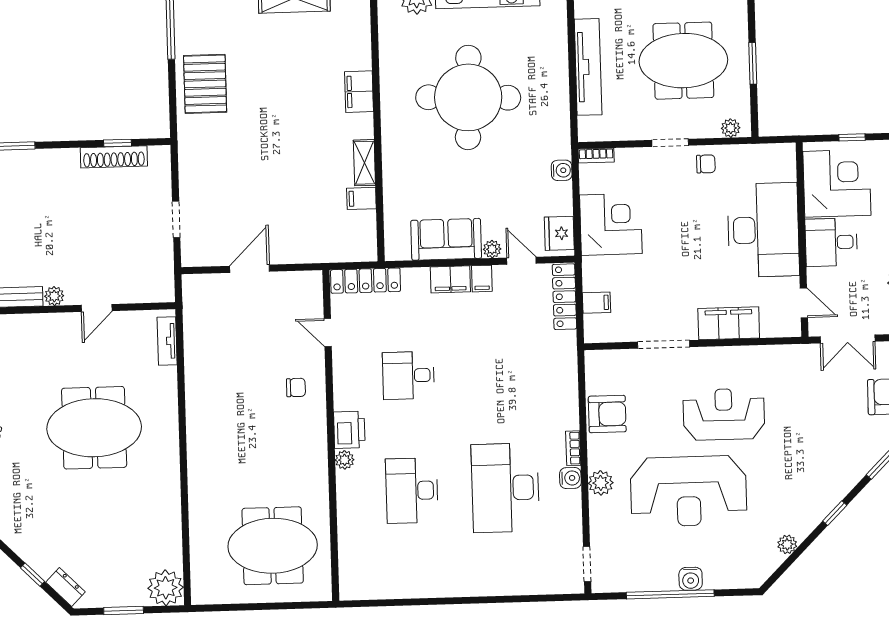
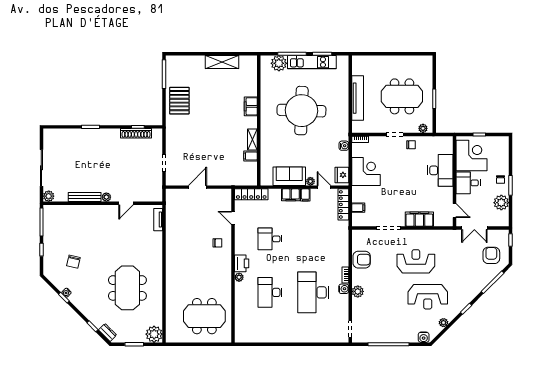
desk: (763, 230) -> (440, 170), width x0.73, depth x0.77
meeting table: (94, 428) -> (127, 288), moved, turned 90
reception desk: (689, 491) -> (428, 297), moved, width x0.74, depth x0.77
water cooler: (691, 579) -> (424, 337), moved

